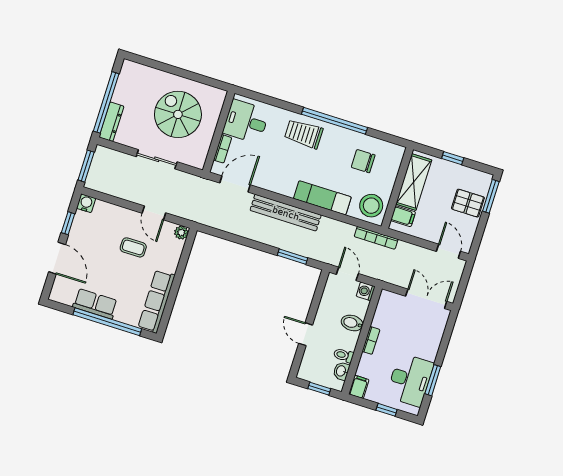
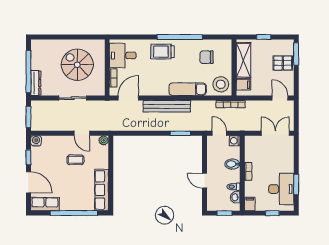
row of seats: (95, 304) -> (45, 204), moved

